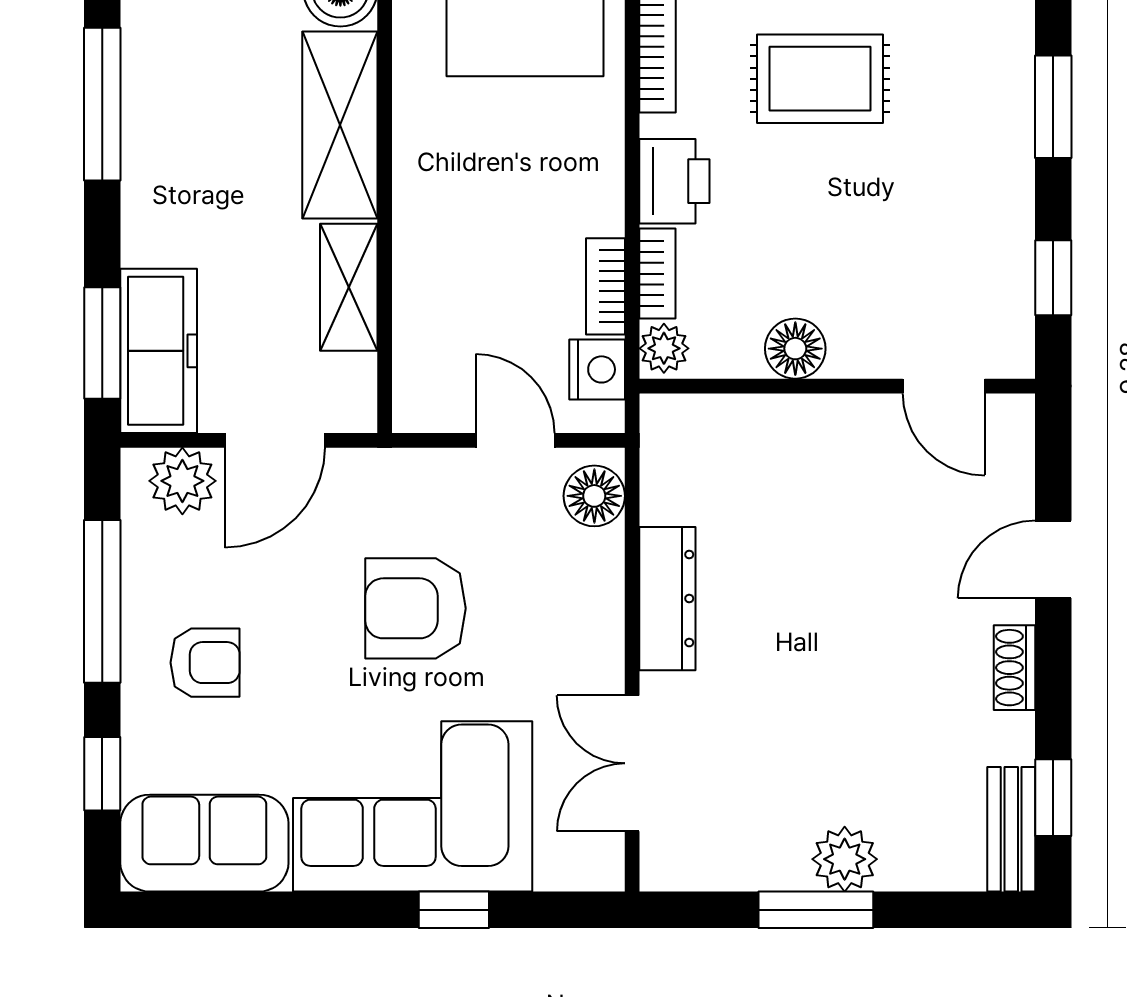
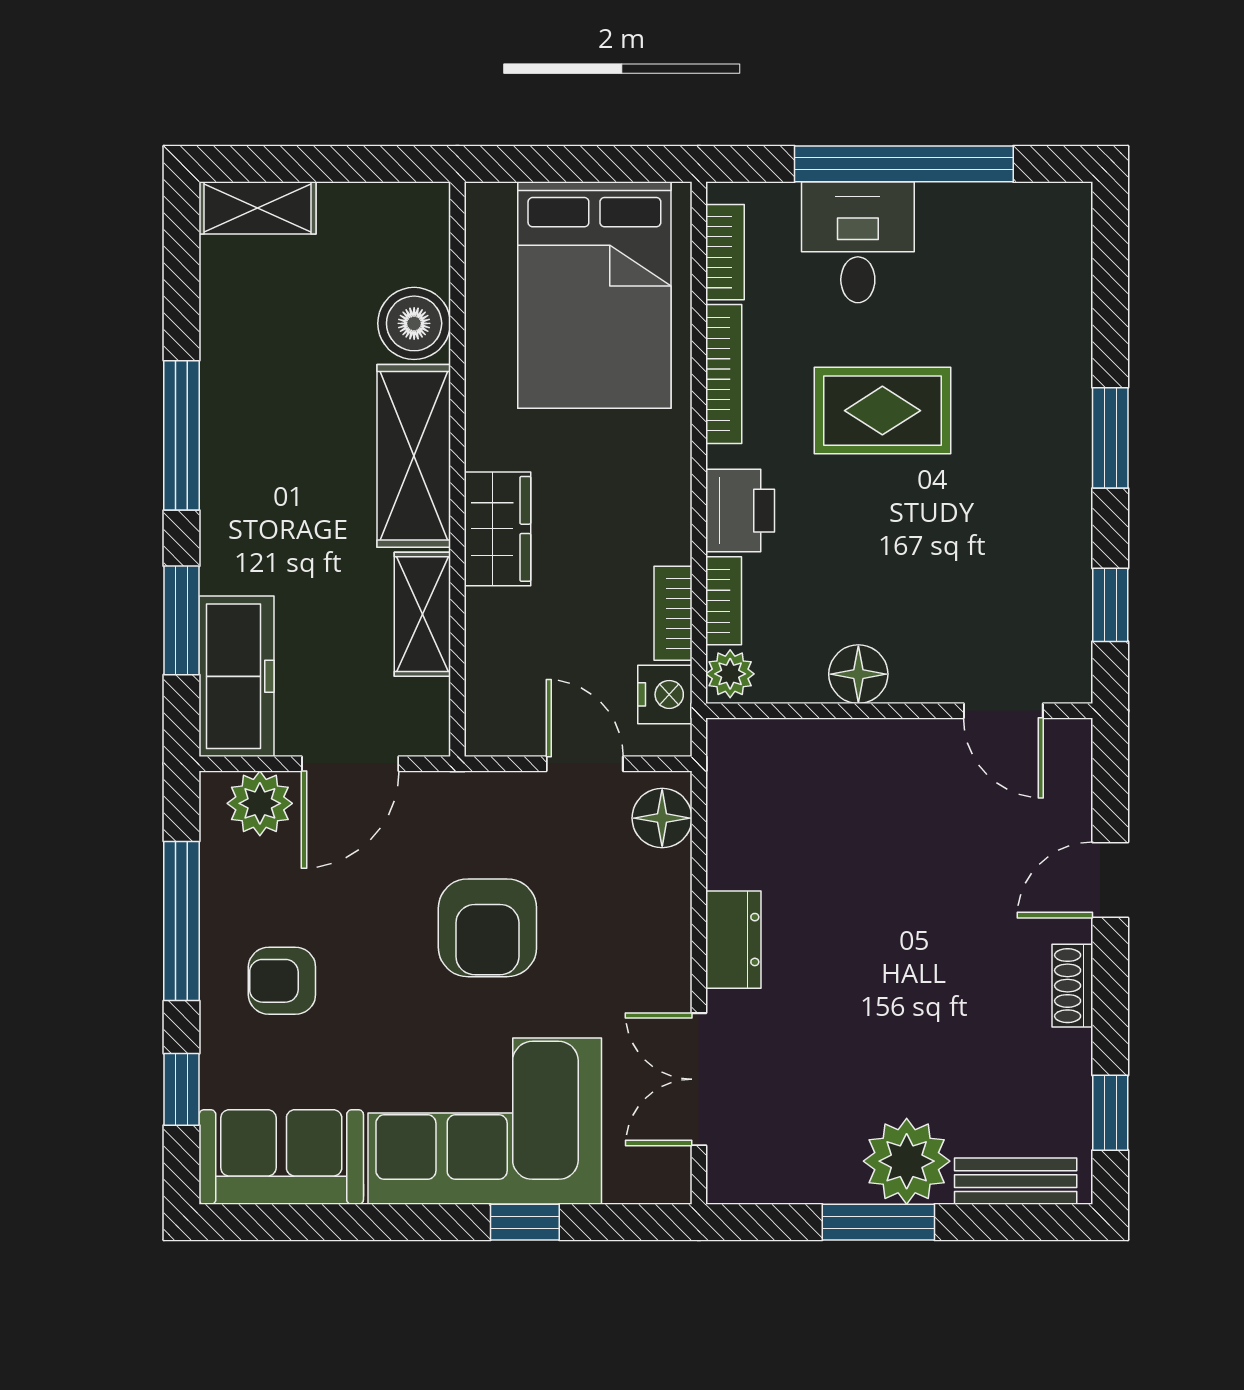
wardrobe: (426, 200) -> (498, 529), added
window: (102, 343) -> (182, 620), moved
dresser: (667, 599) -> (733, 940), width x0.70
armchair: (415, 608) -> (487, 928), turned -90
armchair: (205, 663) -> (282, 981), turned 180
bench: (1011, 829) -> (1016, 1181), moved, turned 90
plant: (845, 859) -> (907, 1161), width x1.36, depth x1.36

